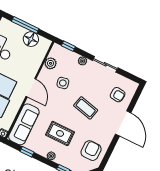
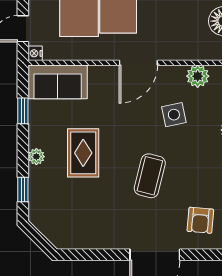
sofa: (24, 124) -> (58, 82), width x0.73
armchair: (91, 151) -> (80, 222), removed

